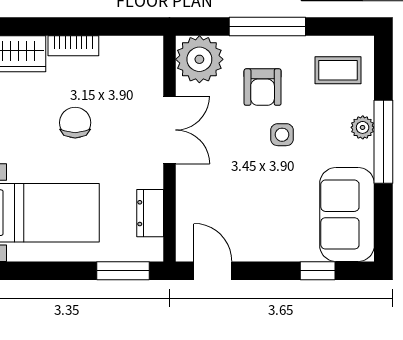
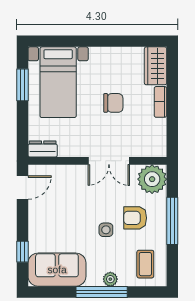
dresser: (150, 213) -> (43, 149), moved
window: (123, 271) -> (22, 85), moved

